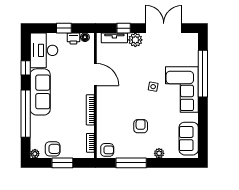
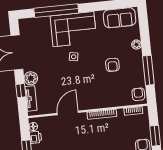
armchair: (141, 126) -> (112, 65), turned -90

